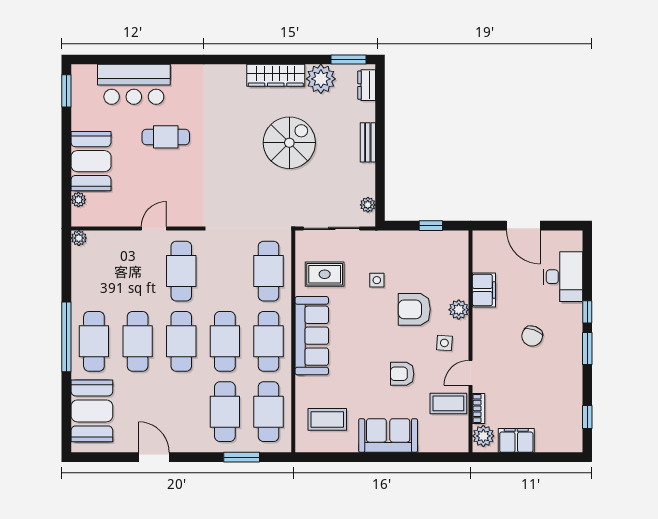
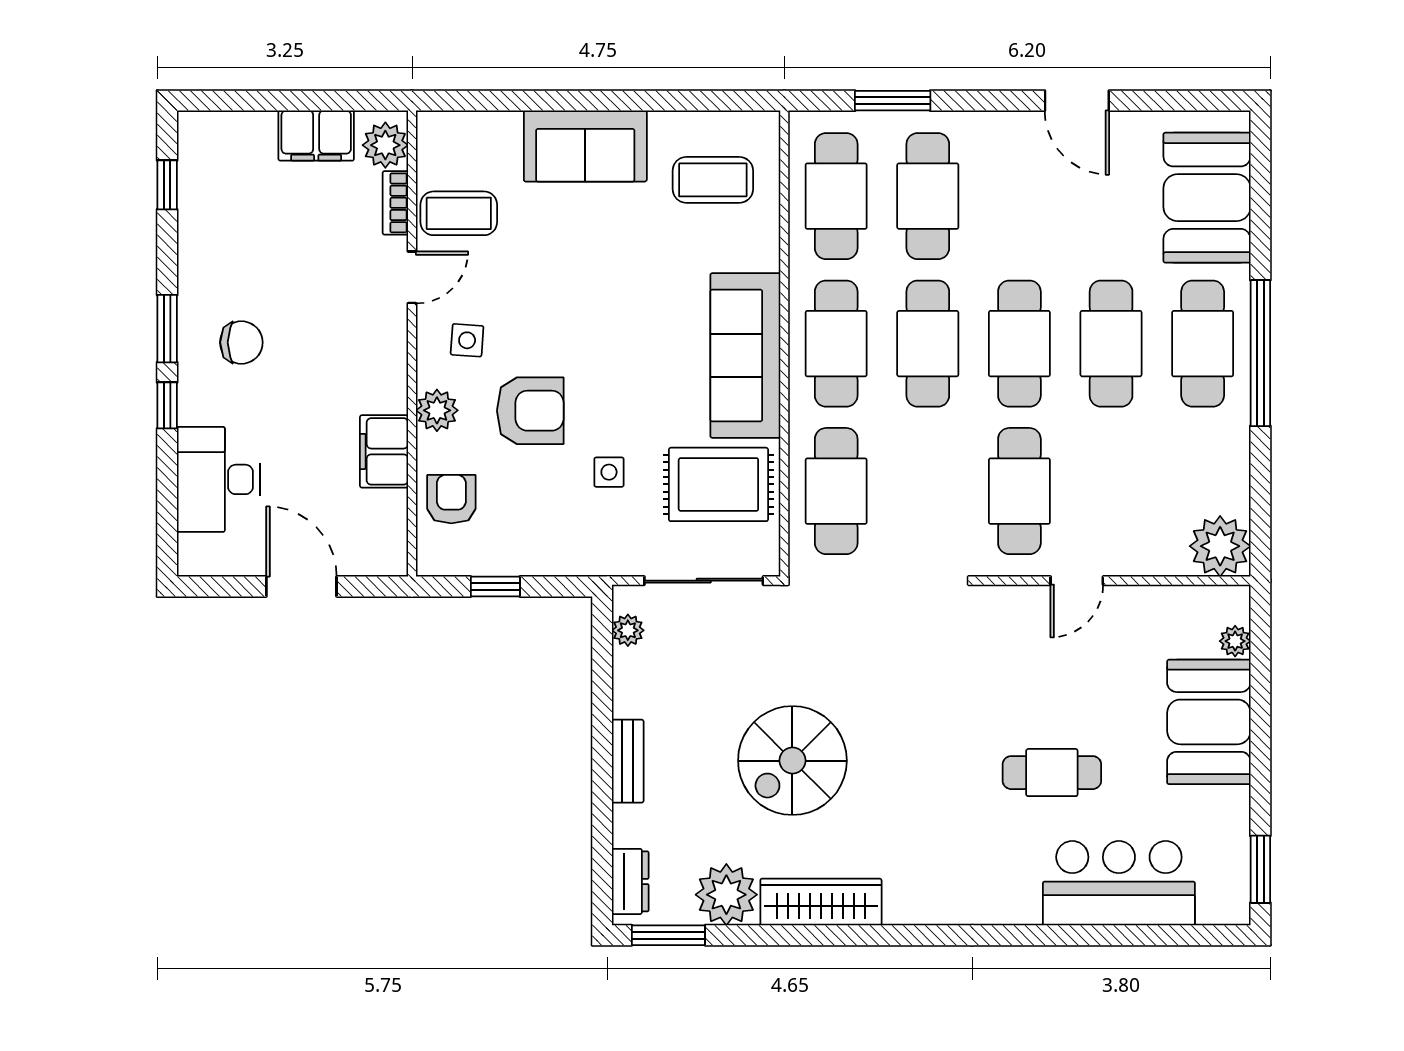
plant: (79, 238) -> (1220, 546), width x1.87, depth x1.87
rug: (325, 274) -> (718, 484), width x1.36, depth x1.43
chair: (532, 336) -> (241, 342), moved, turned 71
armchair: (402, 374) -> (451, 499), moved, turned -90

